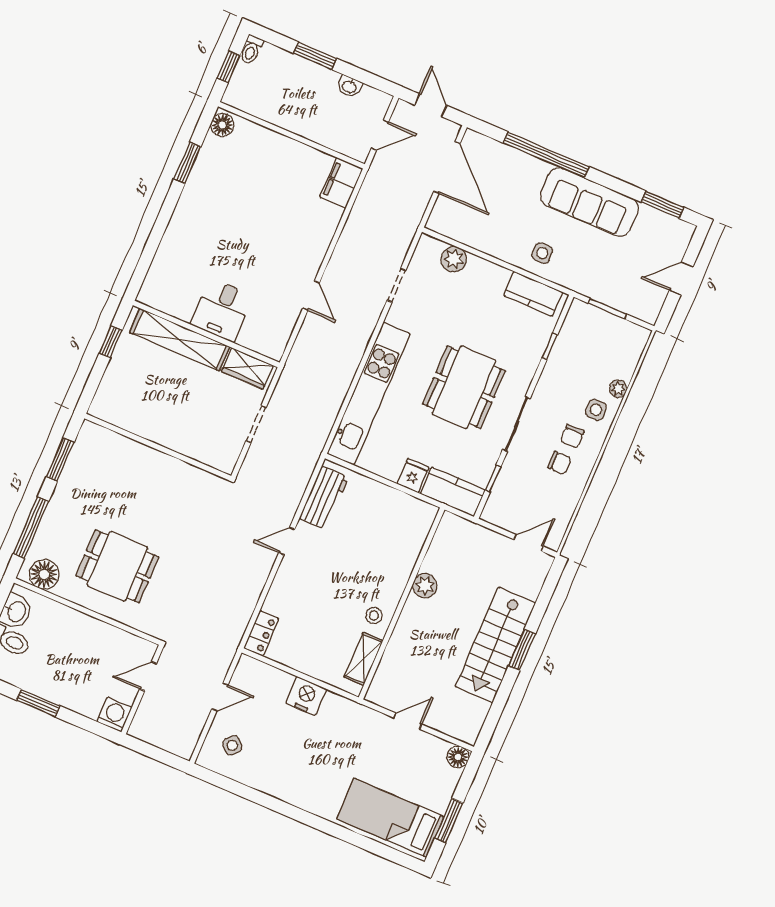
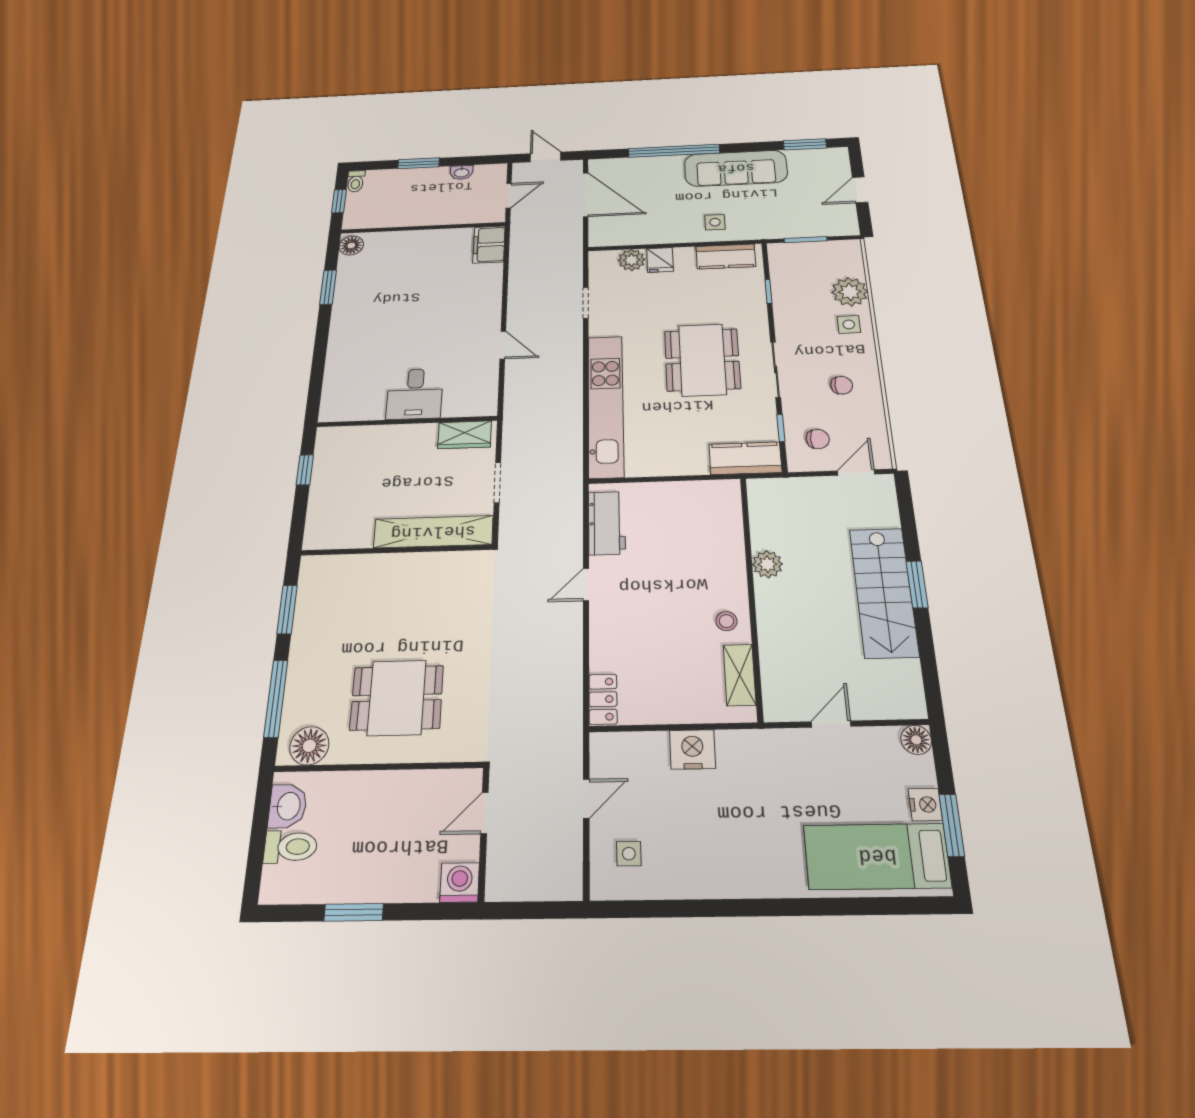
shelving: (180, 340) -> (433, 532), moved
plant: (618, 389) -> (850, 292), width x1.88, depth x1.88
chair: (572, 436) -> (818, 439), moved, turned -90
fridge: (413, 476) -> (660, 260), moved, turned 180
side table: (232, 745) -> (629, 854), turned 45
nightstand: (440, 800) -> (925, 805), added

